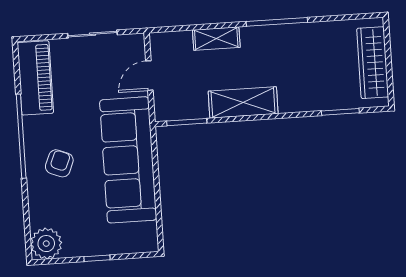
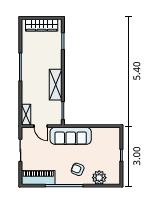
shelving: (216, 39) -> (26, 115), moved
sofa: (128, 160) -> (71, 136), width x0.74, depth x0.79
plant: (46, 244) -> (99, 178), moved

